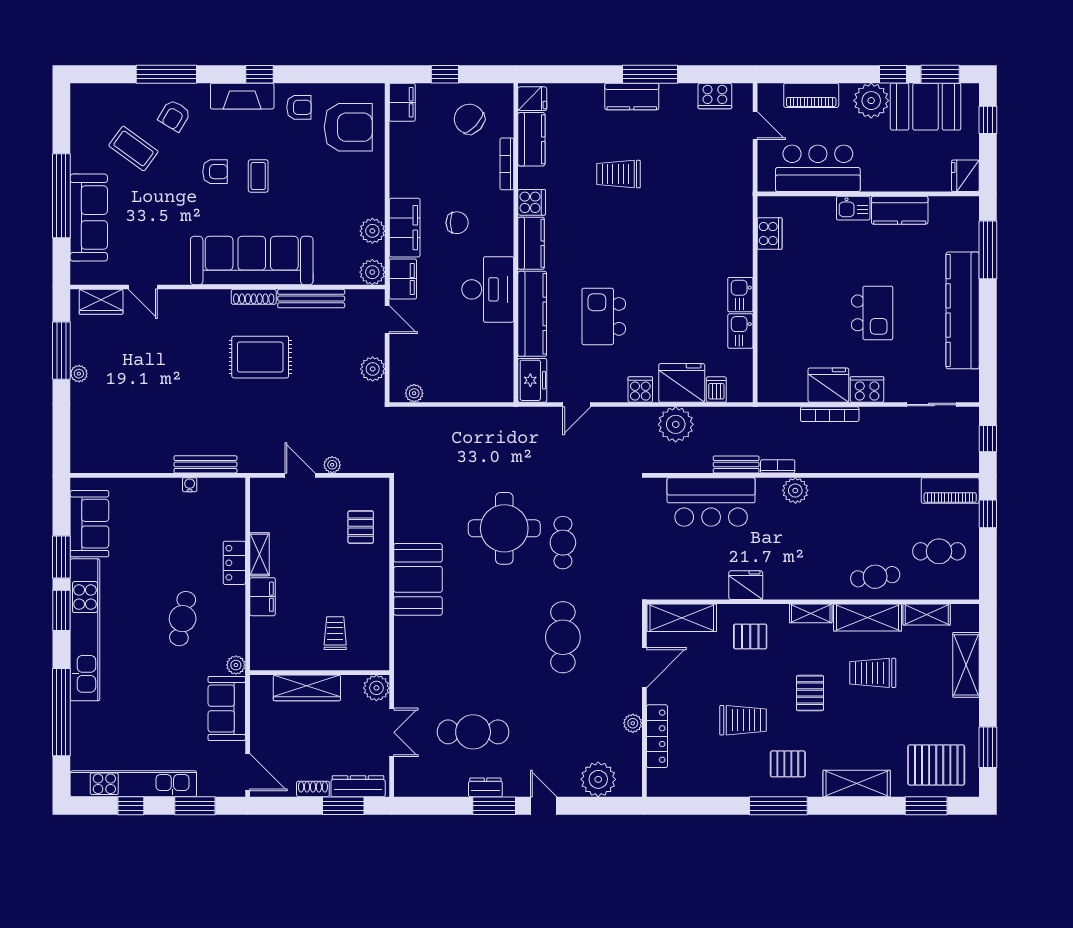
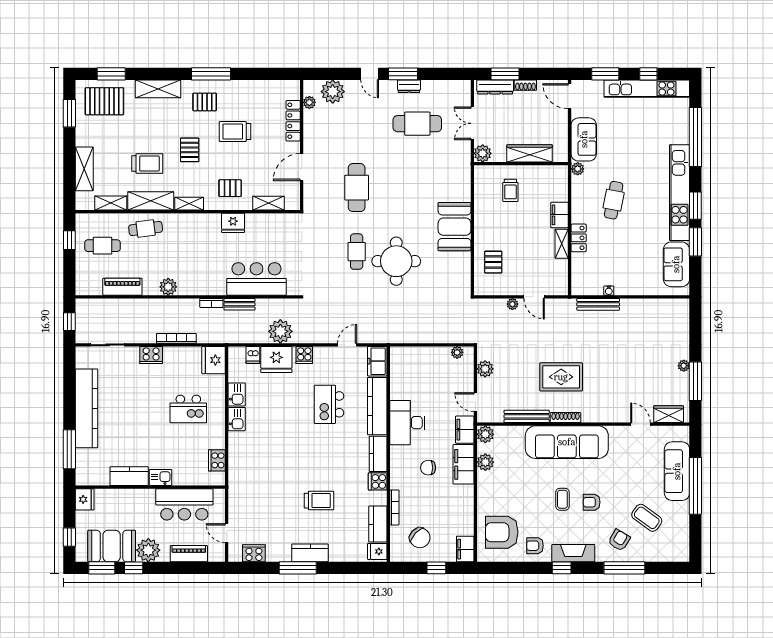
kitchen island: (872, 313) -> (188, 409), moved, turned -90
kitchen island: (604, 316) -> (329, 404), turned 180
fridge: (828, 385) -> (214, 360), moved, turned 90
plant: (795, 490) -> (168, 287), moved
piano: (950, 491) -> (122, 287), moved
window: (988, 514) -> (69, 240), moved
shelving: (682, 618) -> (268, 203), width x0.67, depth x0.75
plant: (633, 723) -> (309, 102), moved

